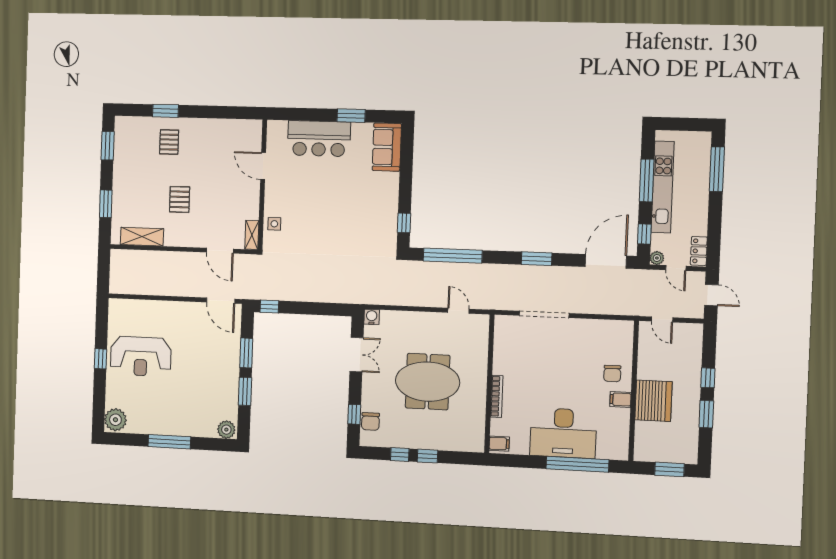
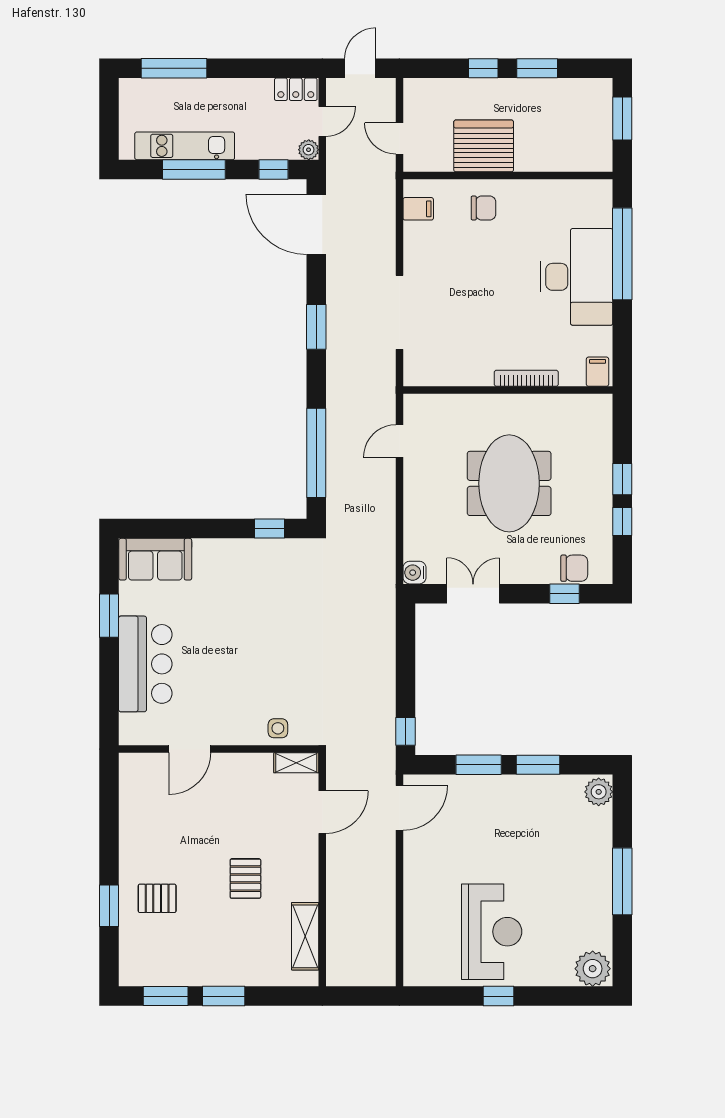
kitchen unit: (663, 187) -> (185, 146), width x0.73
pallet: (180, 199) -> (245, 879), turned 90
window: (106, 204) -> (224, 996), moved
door: (662, 319) -> (399, 138), swing flipped
filing cabinet: (620, 399) -> (418, 209), moved, turned -90
server rack: (653, 401) -> (484, 146), moved

